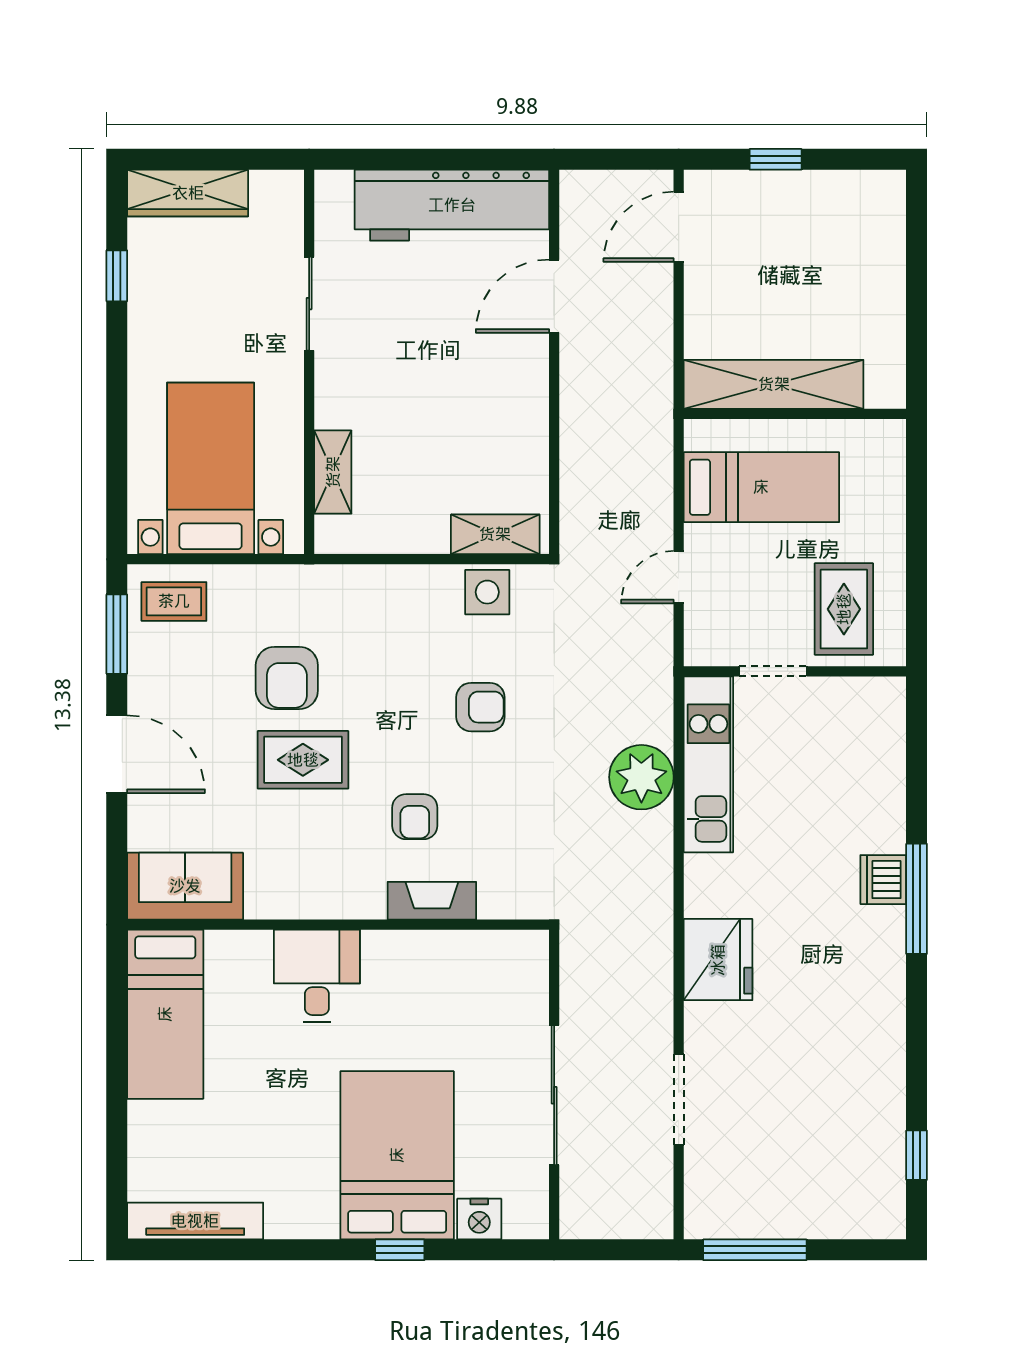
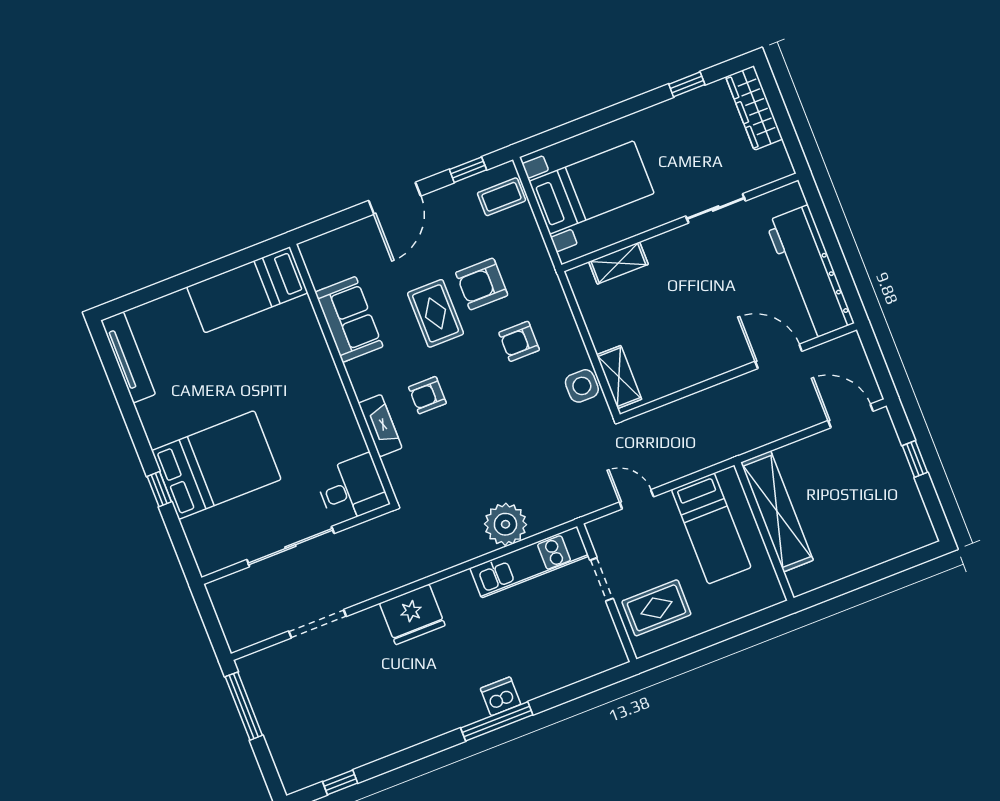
coffee table: (174, 601) -> (501, 197), turned 90
window: (117, 634) -> (468, 170), width x0.67
armchair: (480, 707) -> (519, 341), moved, turned 90
sofa: (185, 886) -> (349, 319), moved
desk: (317, 976) -> (352, 489), moved
nightstand: (479, 1219) -> (197, 530), removed

